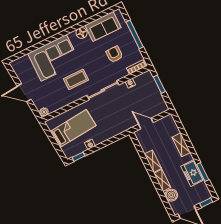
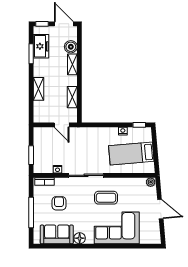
armchair: (114, 54) -> (59, 203), turned 180
shelving: (153, 161) -> (72, 97), moved
freezer: (192, 173) -> (41, 46), moved

